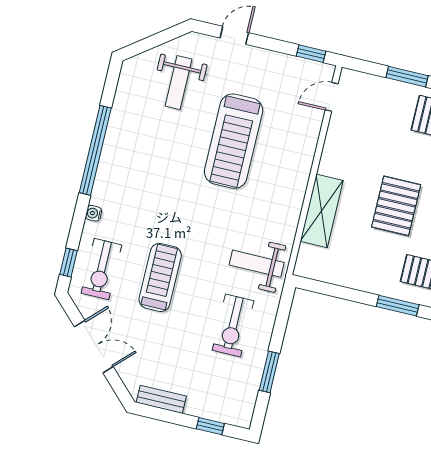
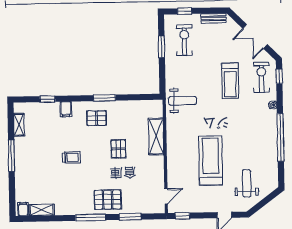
pallet: (396, 206) -> (118, 149), width x0.67, depth x0.71
exercise bike: (233, 326) -> (184, 40), moved

